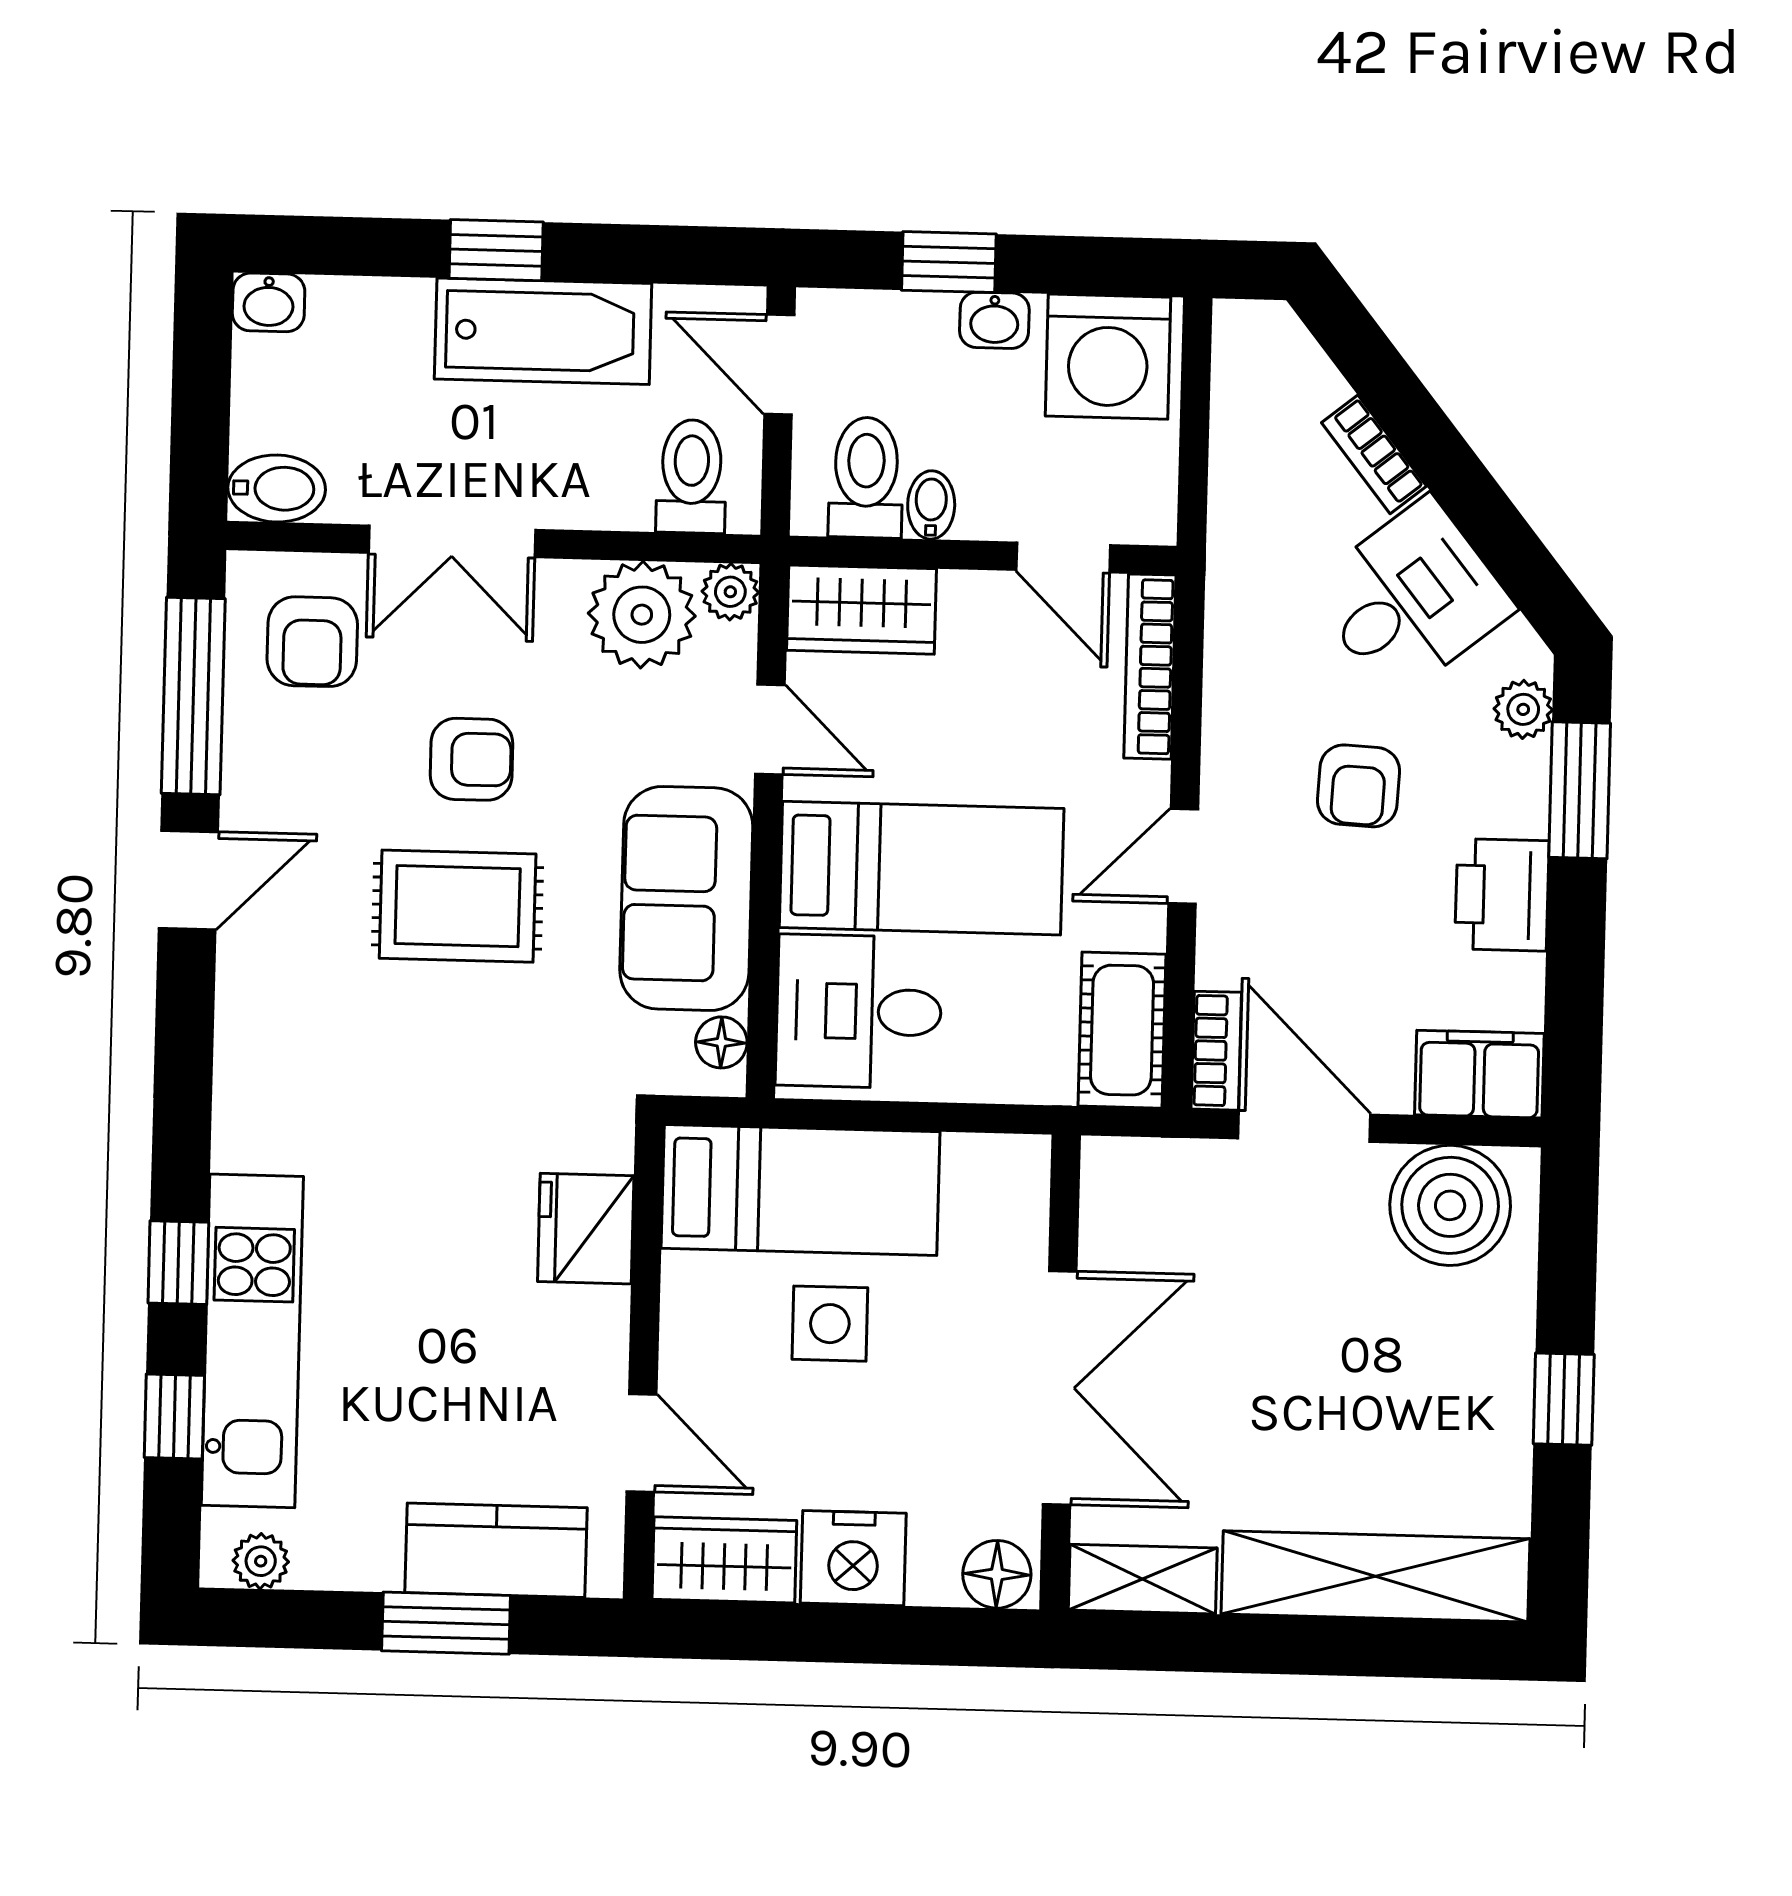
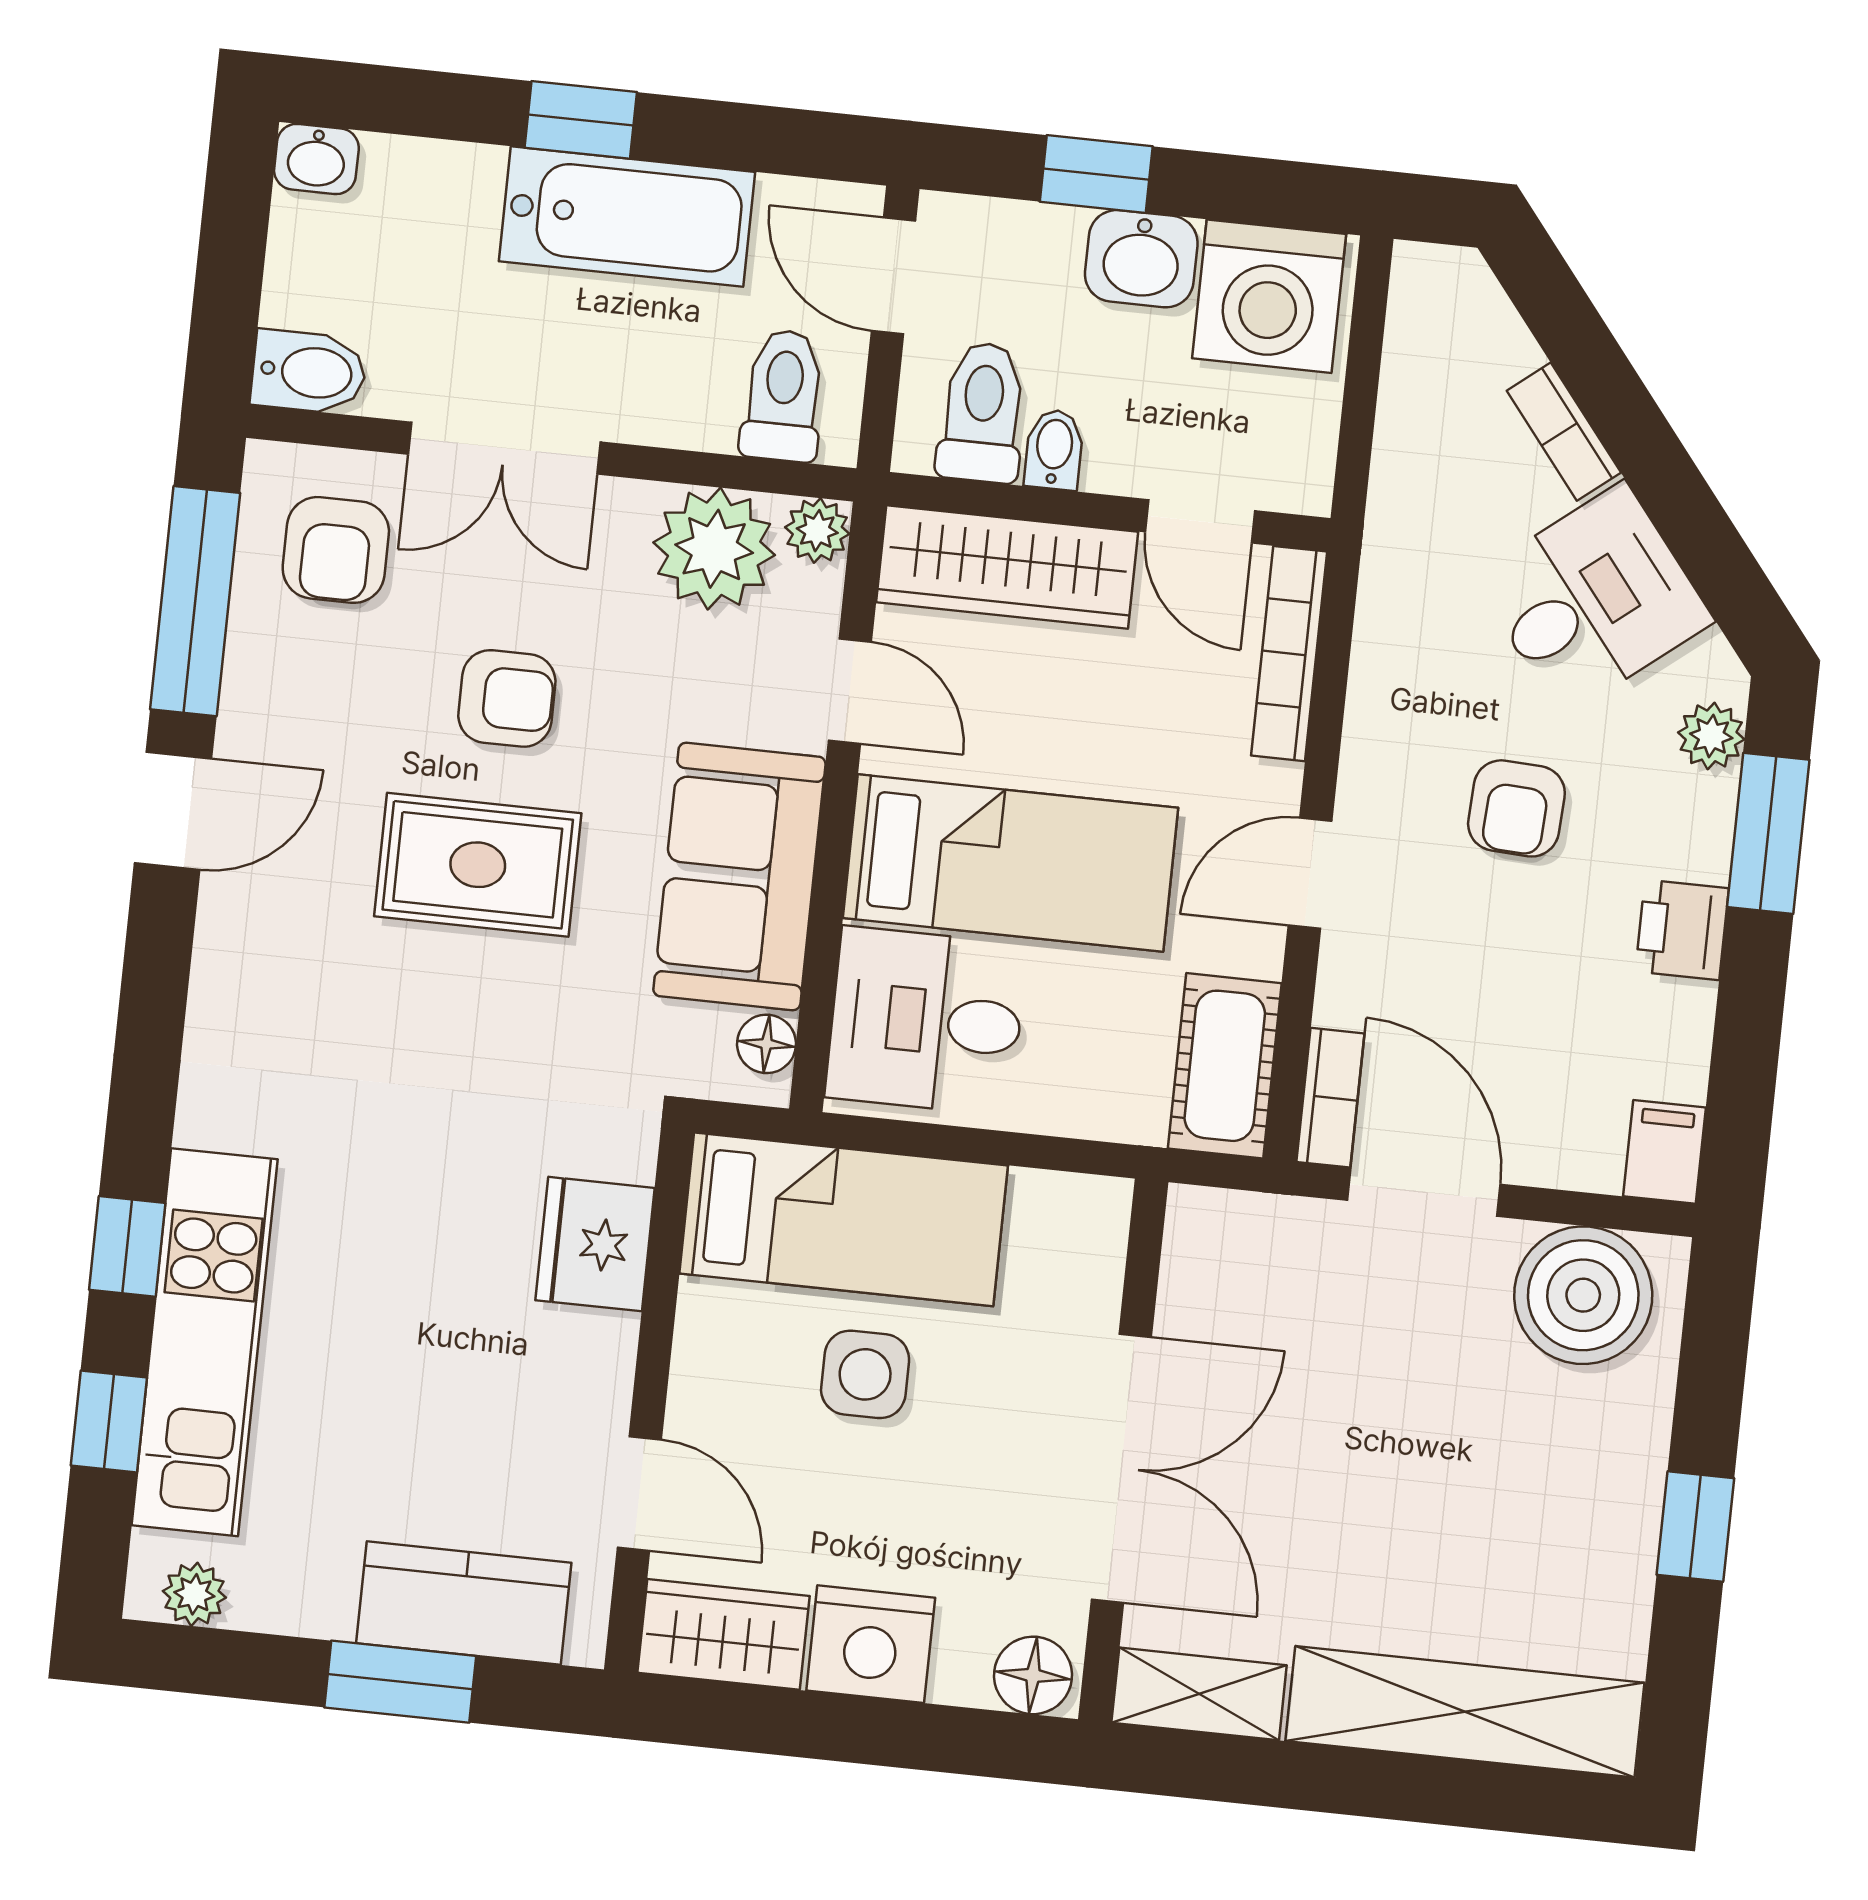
washbasin: (994, 320) -> (1141, 259), width x1.38, depth x1.45
wardrobe: (861, 610) -> (1007, 567), width x1.50
printer: (1502, 895) -> (1682, 930), width x0.73, depth x0.81
filing cabinet: (1479, 1074) -> (1665, 1152), width x0.50

